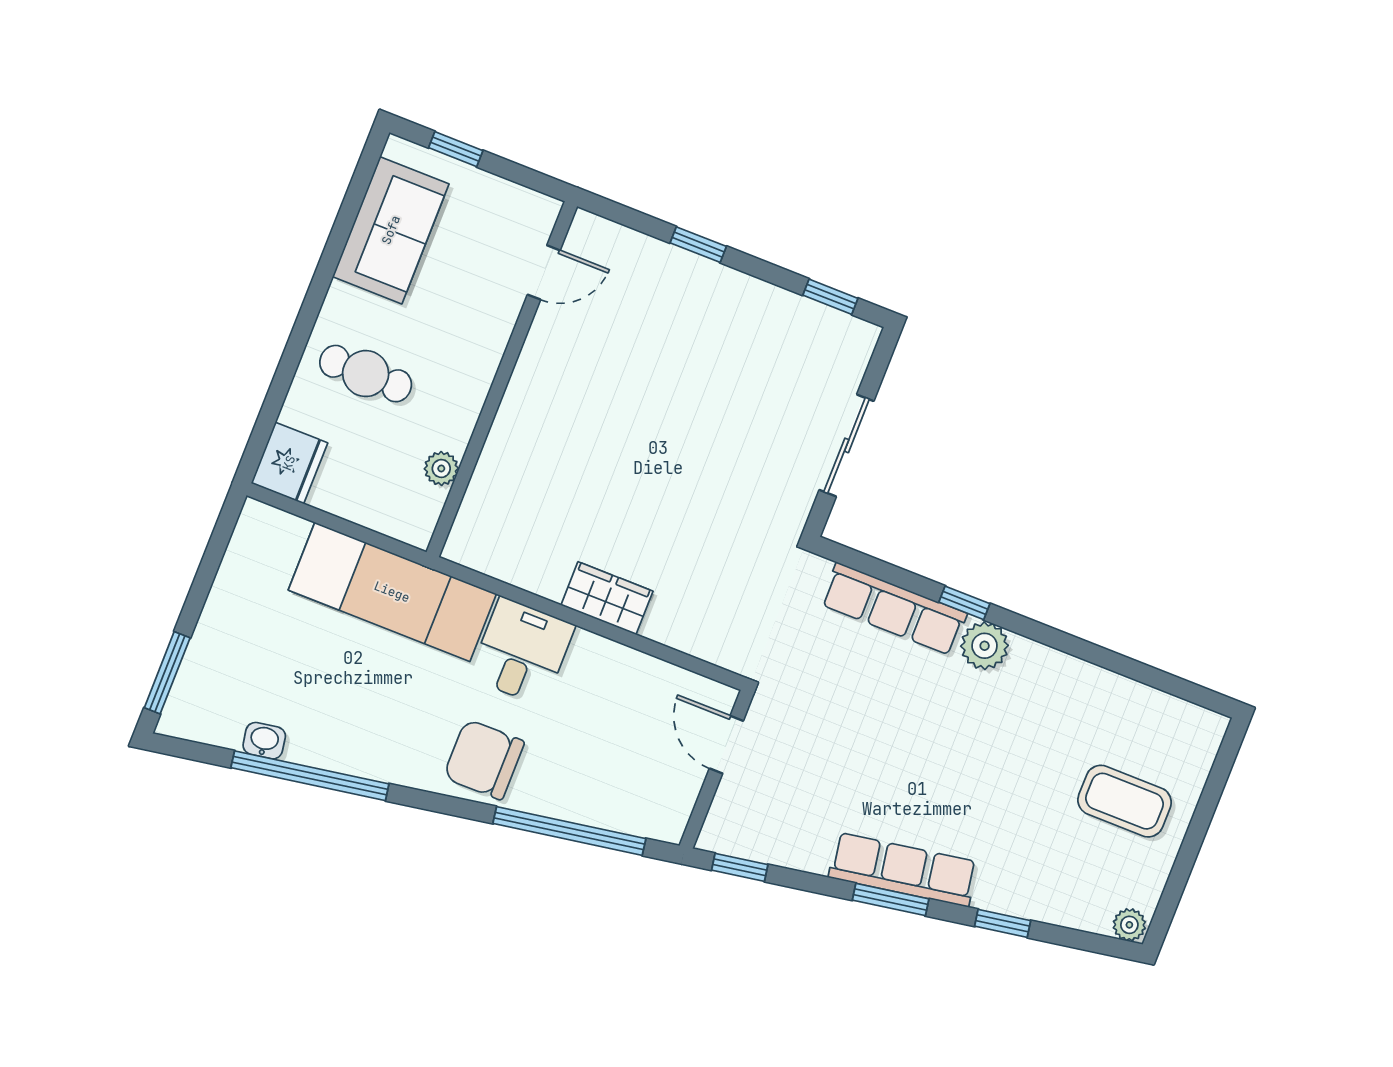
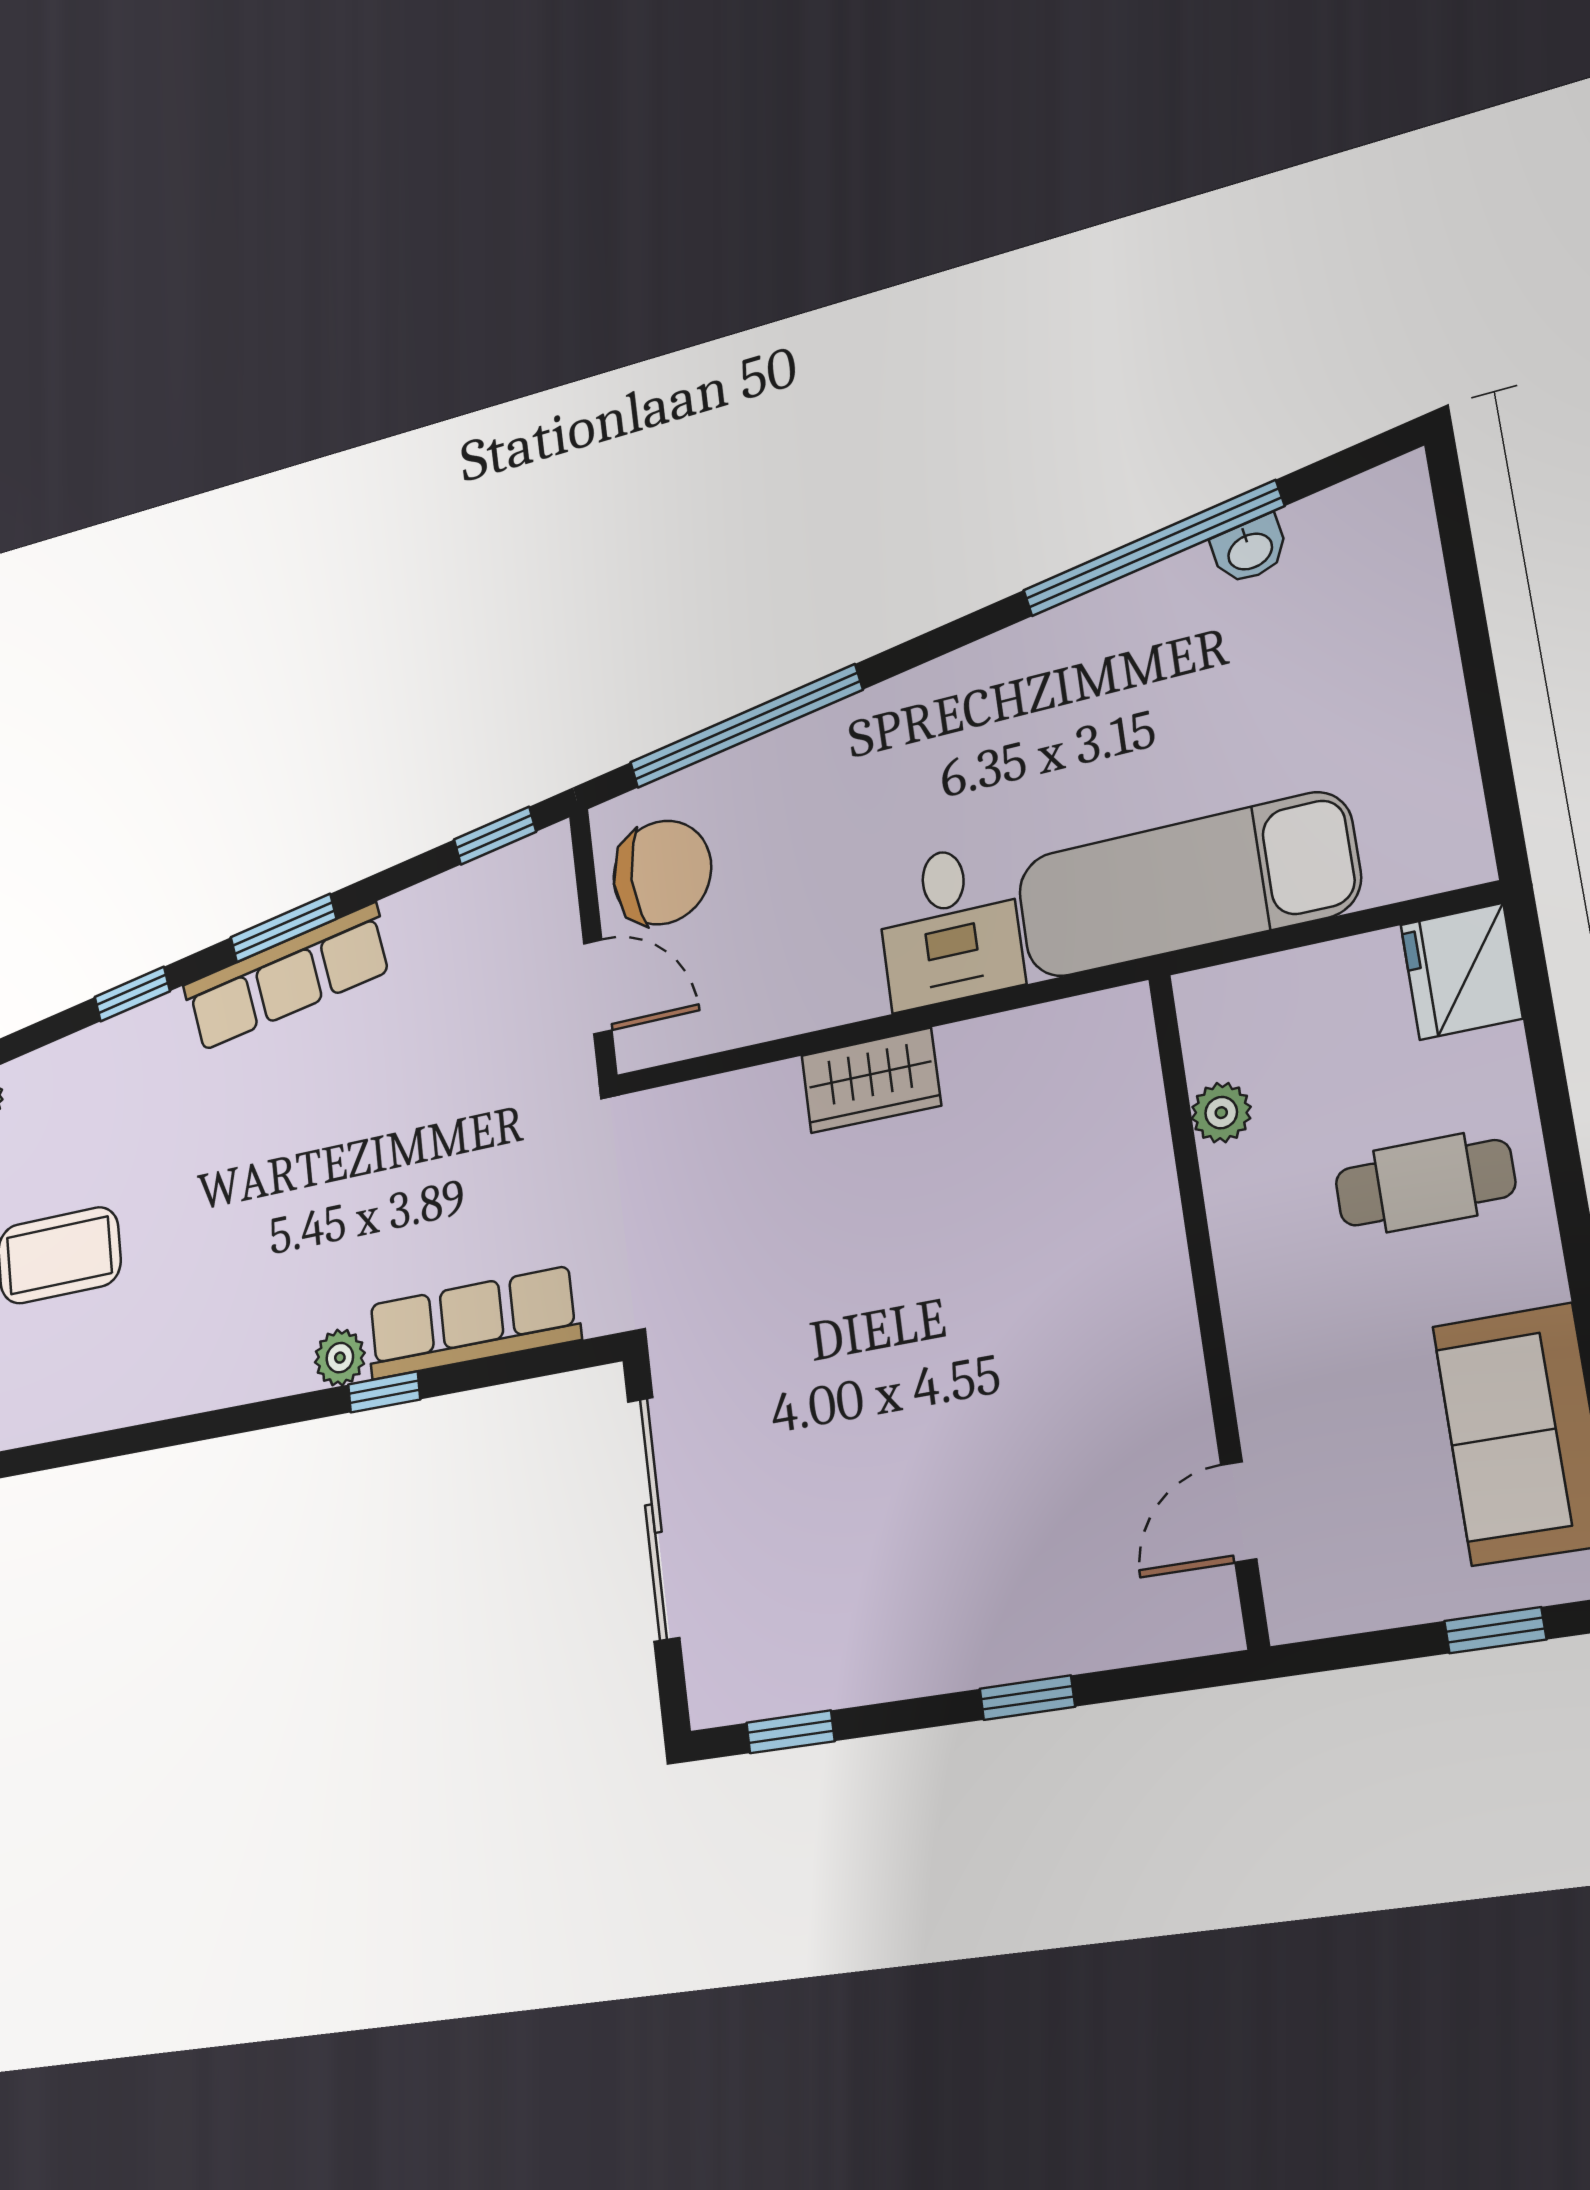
sliding door: (847, 445) -> (653, 1519), width x1.37
plant: (985, 646) -> (340, 1358), width x0.73, depth x0.73
window: (167, 673) -> (1457, 544), removed
chair: (484, 759) -> (662, 872), moved

